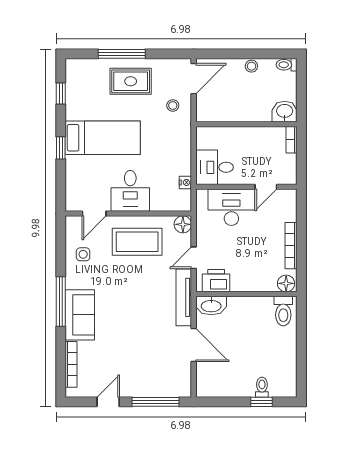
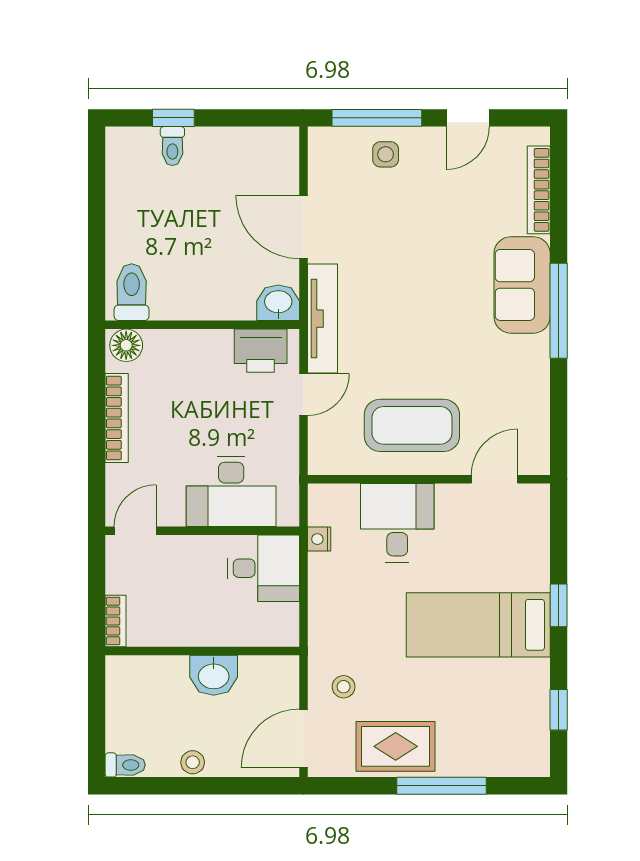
rug: (131, 81) -> (396, 746), moved
washbasin: (285, 112) -> (214, 675), moved
door: (266, 187) -> (135, 531), moved
desk: (130, 191) -> (397, 523), moved
floor lamp: (183, 224) -> (324, 459), removed
side table: (83, 254) -> (386, 154), moved
washbasin: (211, 306) -> (278, 303), width x0.72

